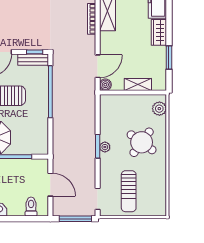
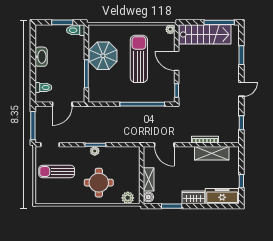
bench: (33, 60) -> (170, 89), removed
boiler: (105, 85) -> (148, 197), moved
round table: (142, 142) -> (99, 183), turned -36

